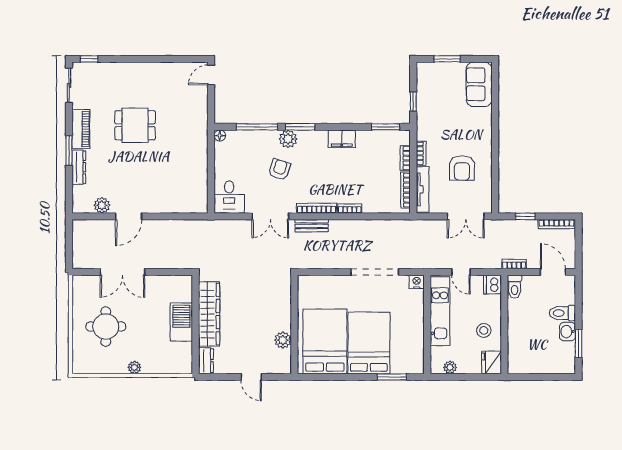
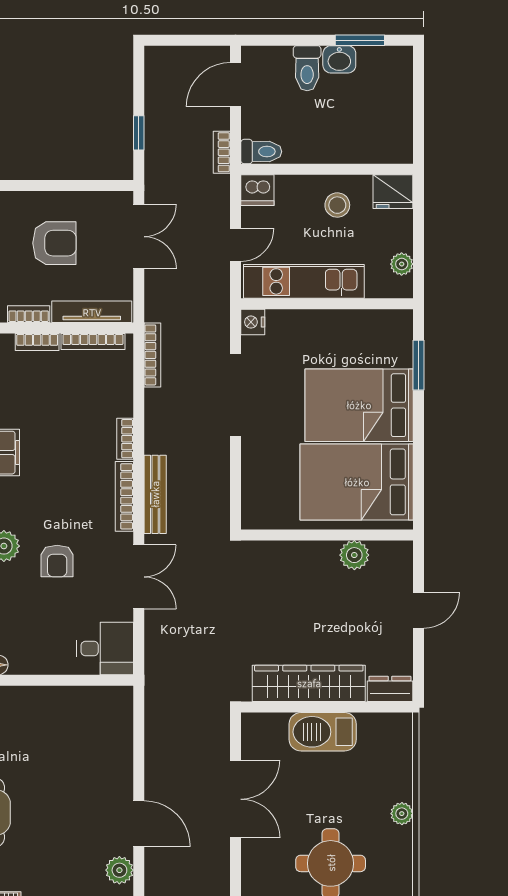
armchair: (279, 169) -> (57, 561), turned -108
bookcase: (557, 224) -> (152, 355), moved
bench: (312, 226) -> (155, 494), width x1.36
double door: (122, 272) -> (236, 799), moved

